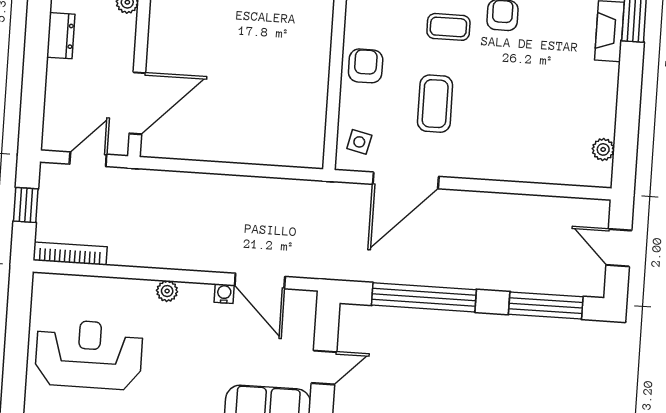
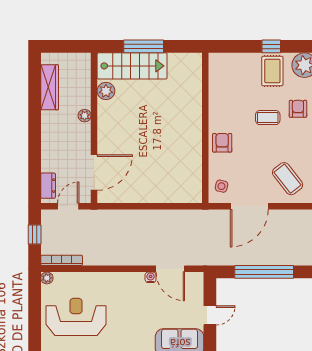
dresser: (61, 36) -> (48, 186), moved
coffee table: (435, 104) -> (288, 179), moved, turned -38
plant: (167, 291) -> (47, 278), moved

